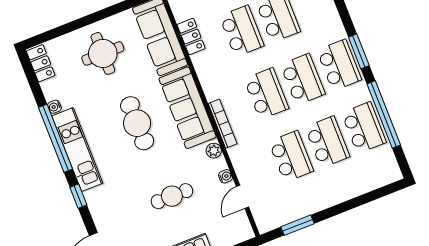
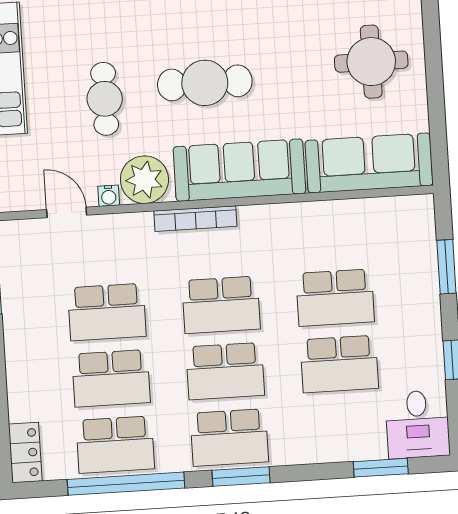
locker: (191, 37) -> (25, 453), moved, turned -90
cafe table: (137, 123) -> (205, 83), moved
plant: (214, 151) -> (144, 180), width x1.88, depth x1.88

